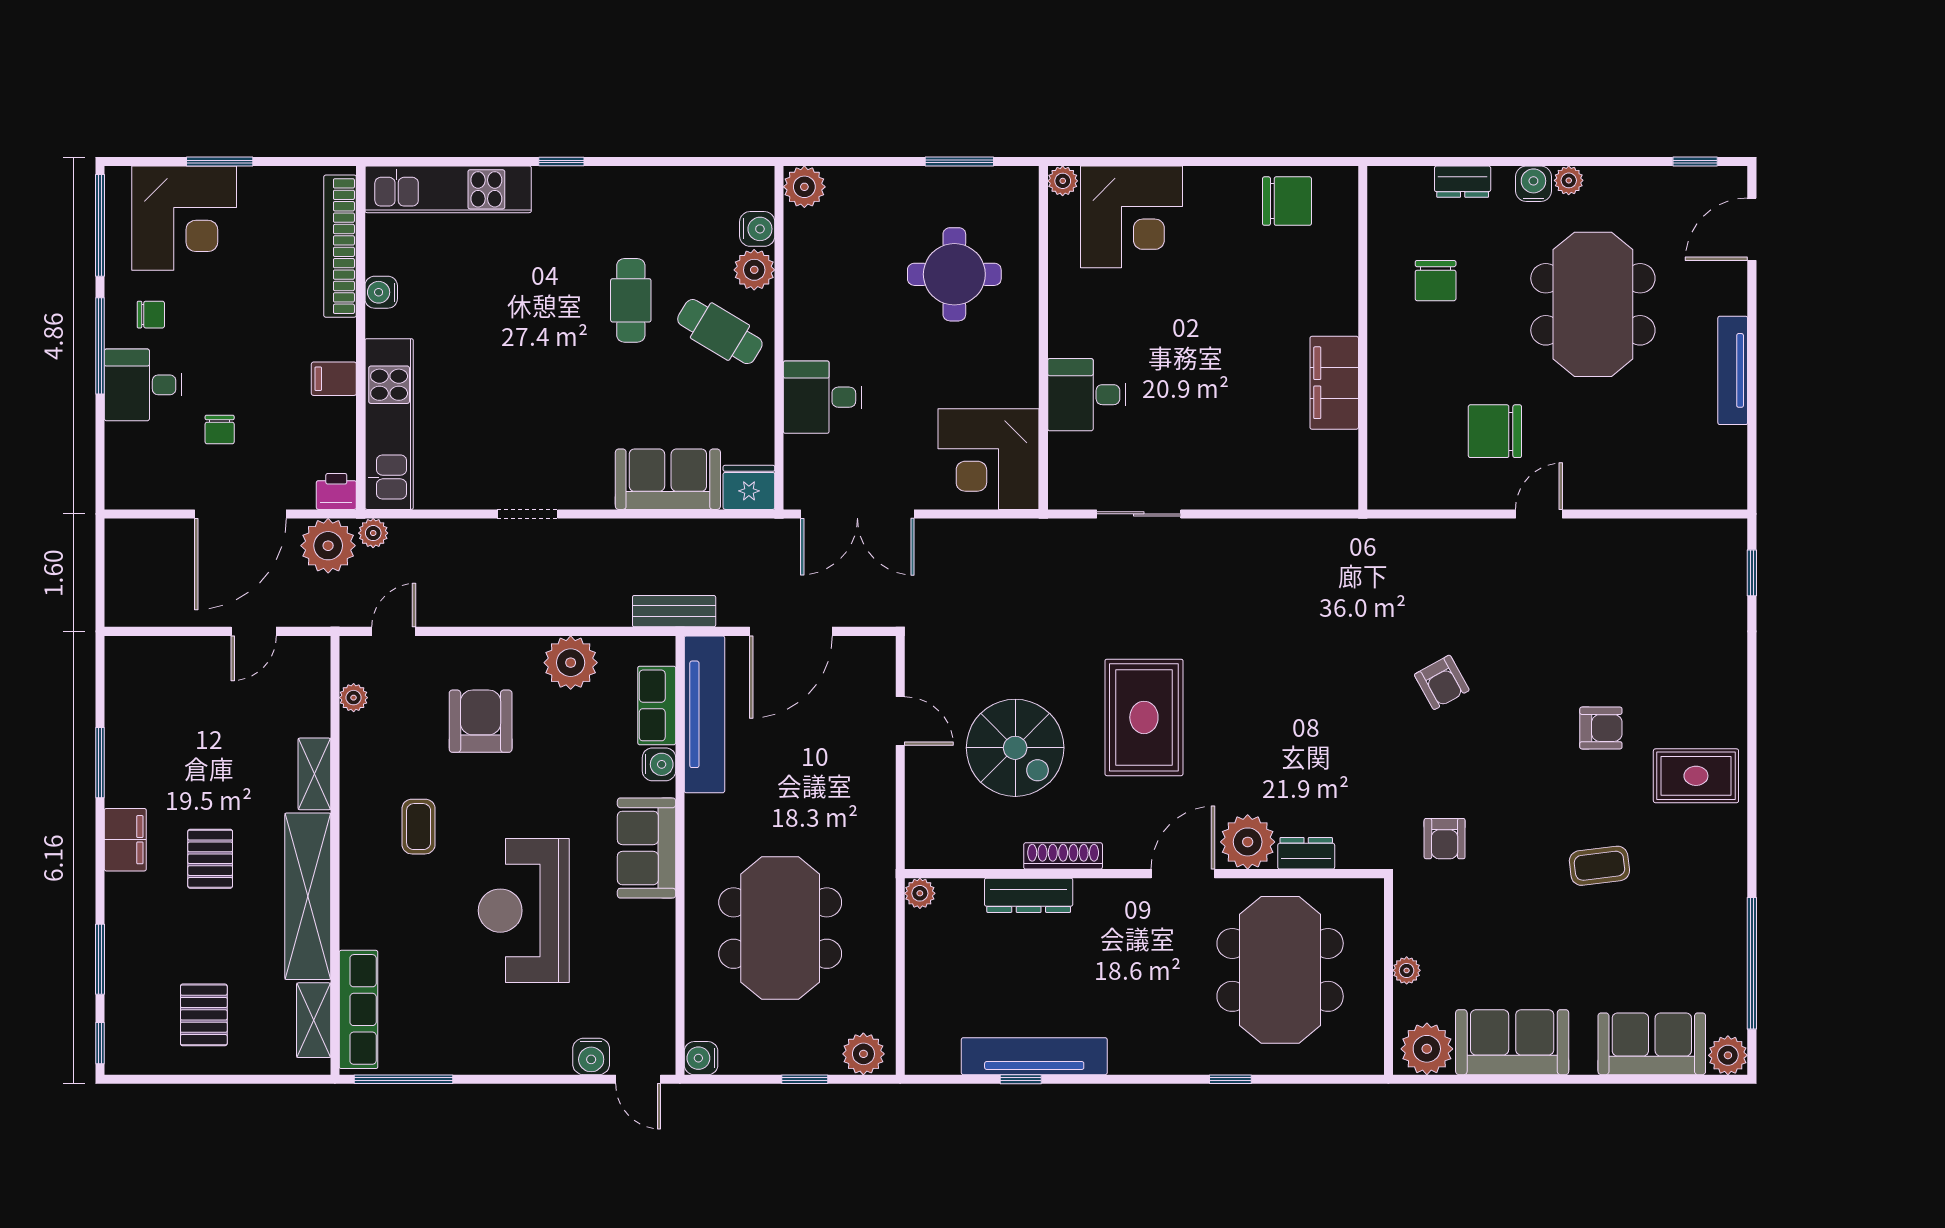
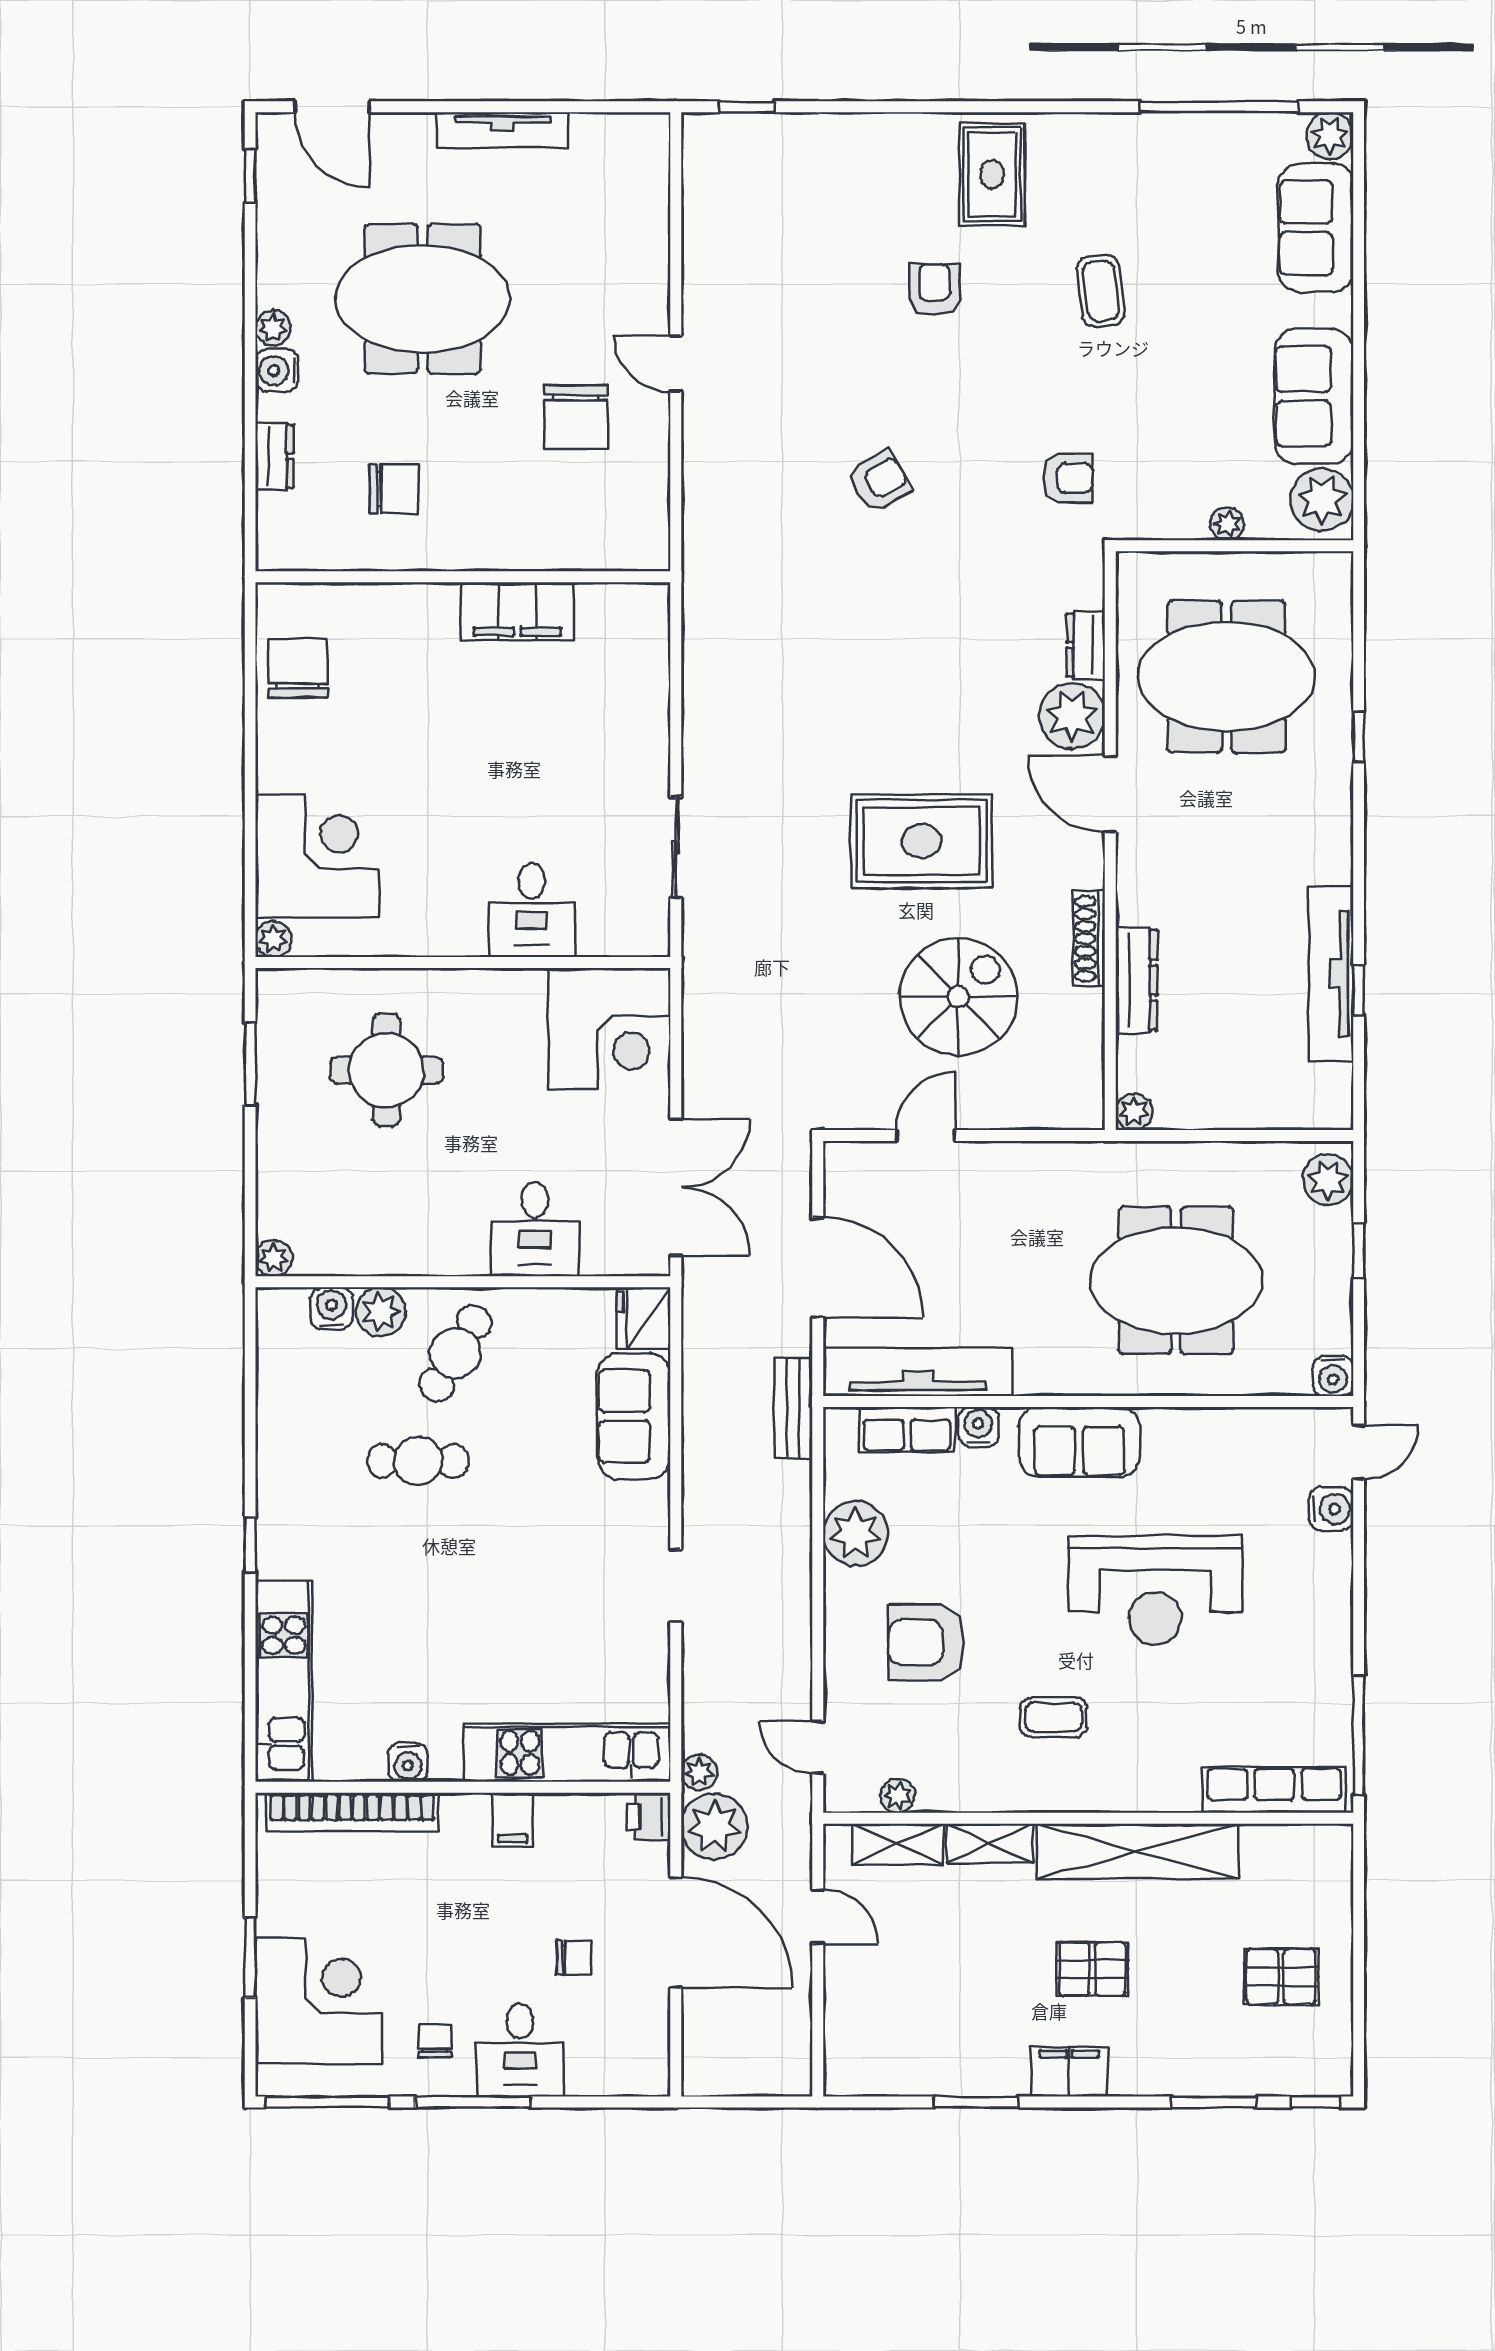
plant: (804, 187) -> (274, 1258), width x0.73, depth x0.73
shelving: (314, 1020) -> (897, 1844), moved

